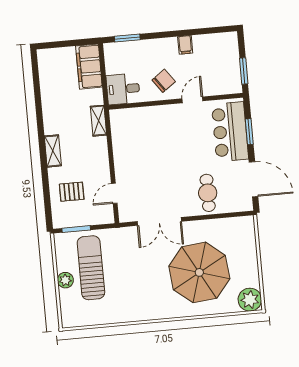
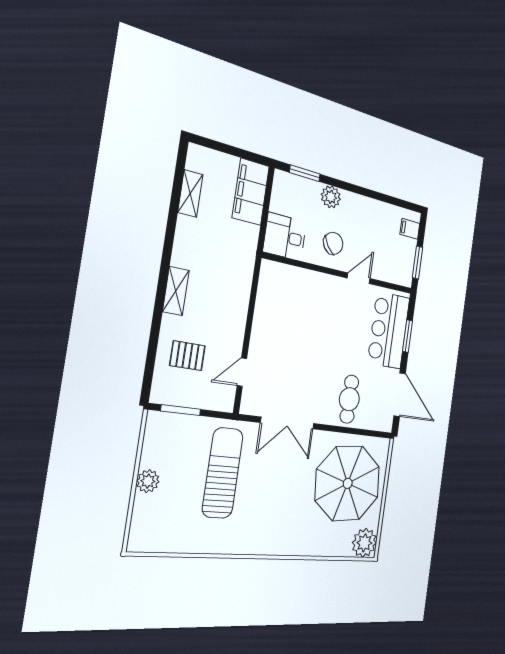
filing cabinet: (185, 45) -> (410, 229), moved, turned 90
plant: (153, 47) -> (331, 197), added
shelving: (98, 121) -> (190, 194), moved
sun lounger: (91, 268) -> (223, 473), moved
parasol: (199, 272) -> (348, 483), moved

